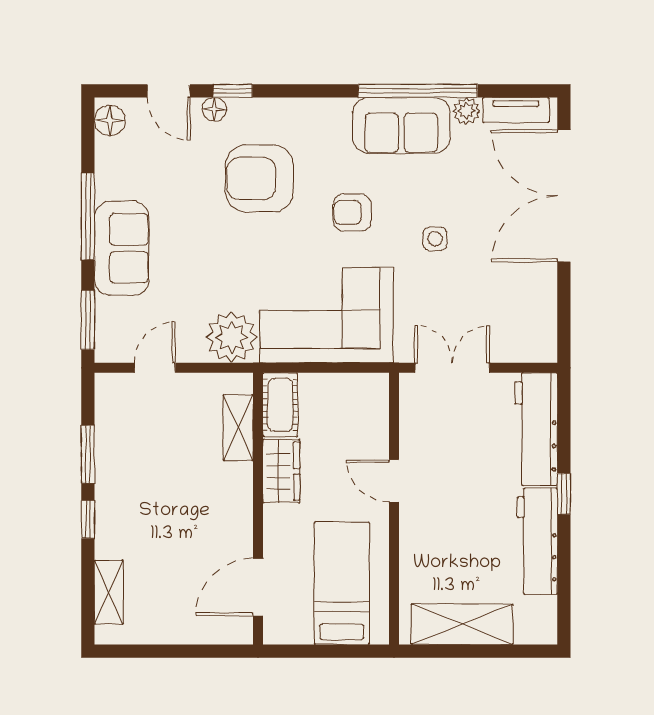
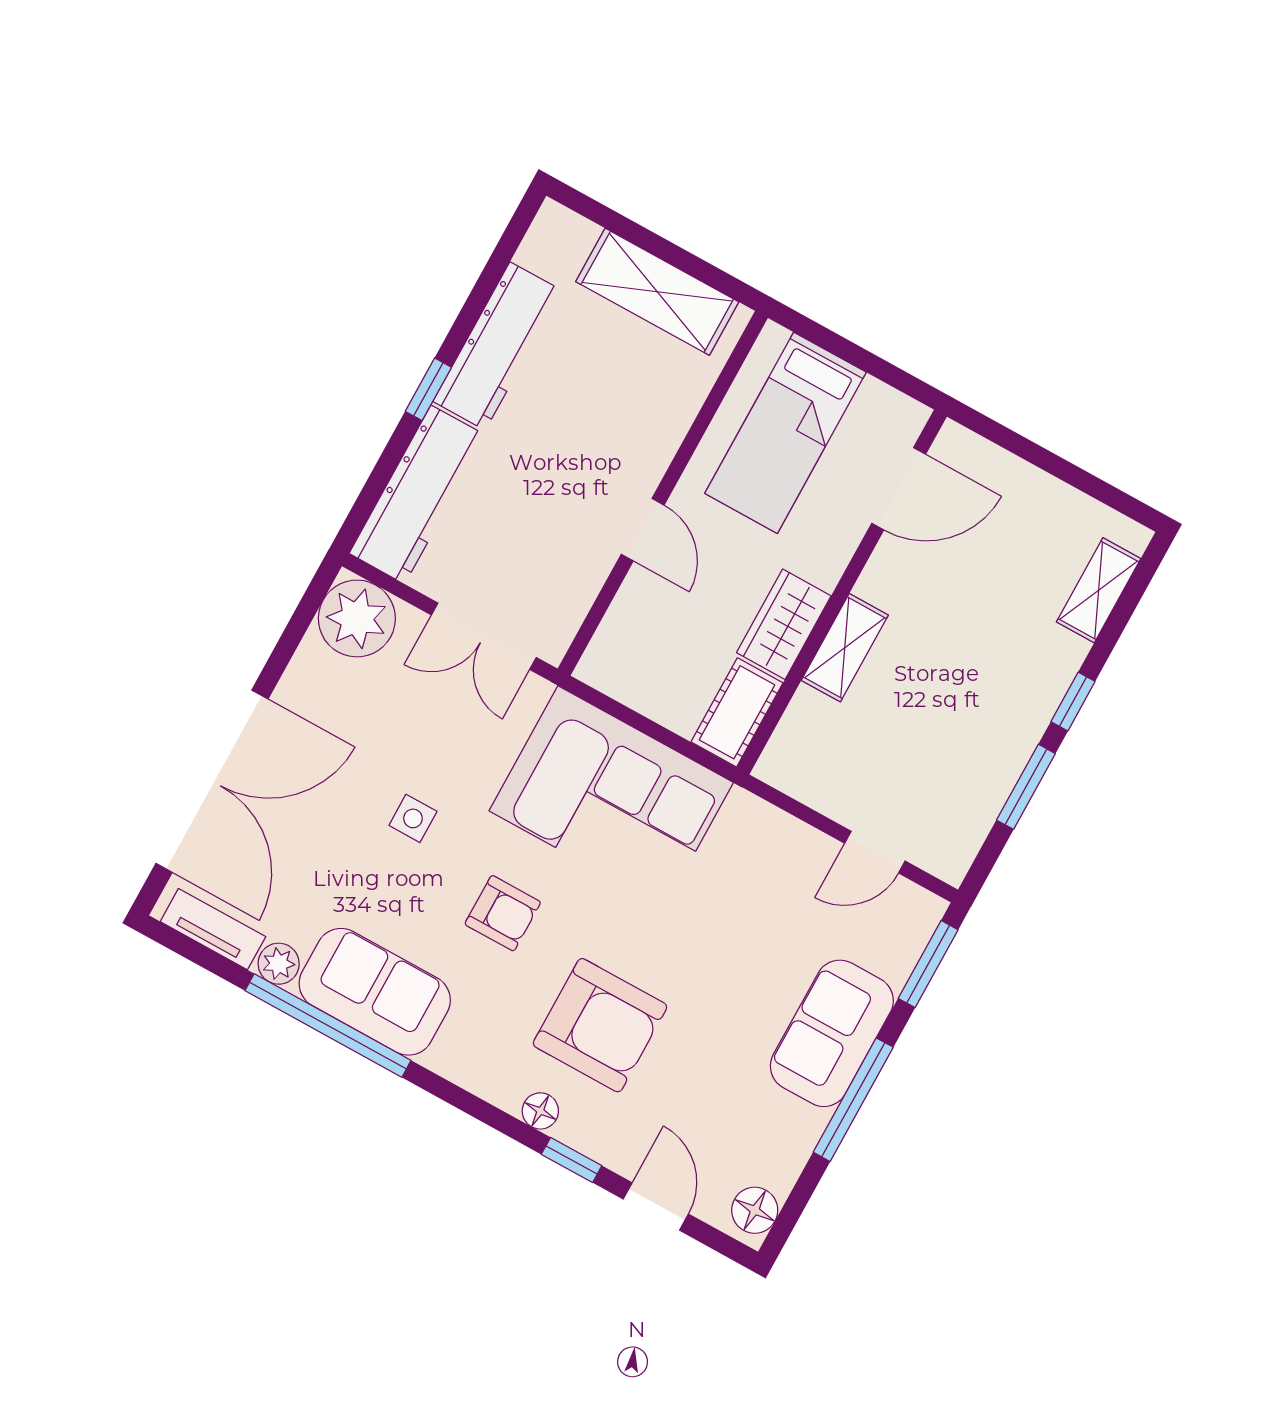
floor lamp: (214, 109) -> (540, 1111), moved
plant: (231, 337) -> (357, 618), moved
shelving: (238, 428) -> (845, 648), moved

